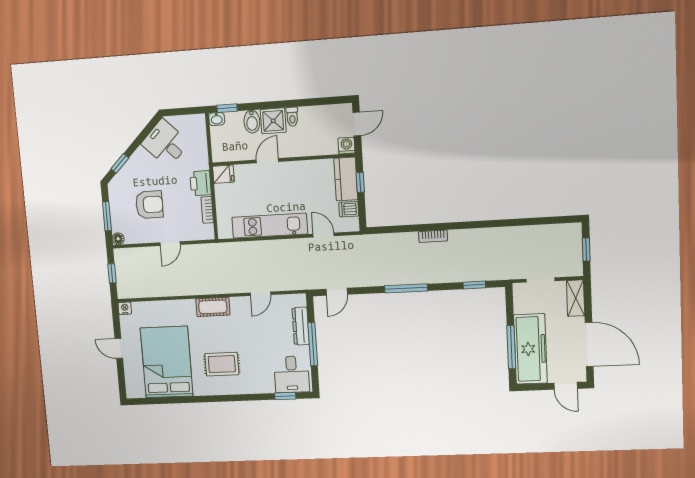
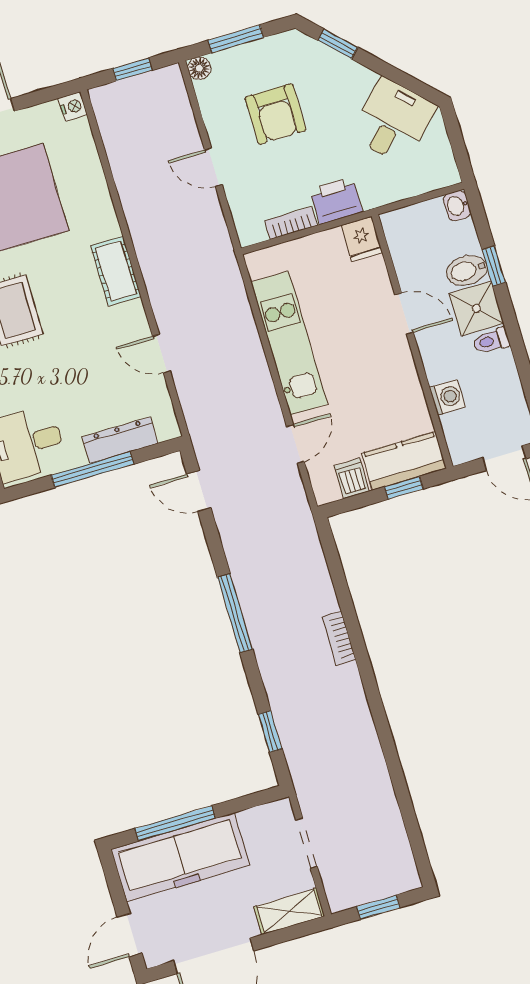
window: (227, 108) -> (494, 266), moved
washing machine: (347, 146) -> (447, 397), moved

